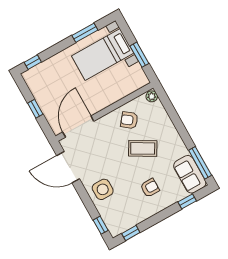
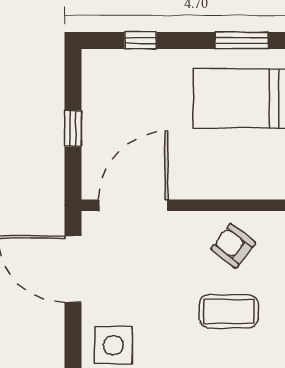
window: (33, 62) -> (140, 40), moved
coffee table: (143, 148) -> (229, 311), turned -30

